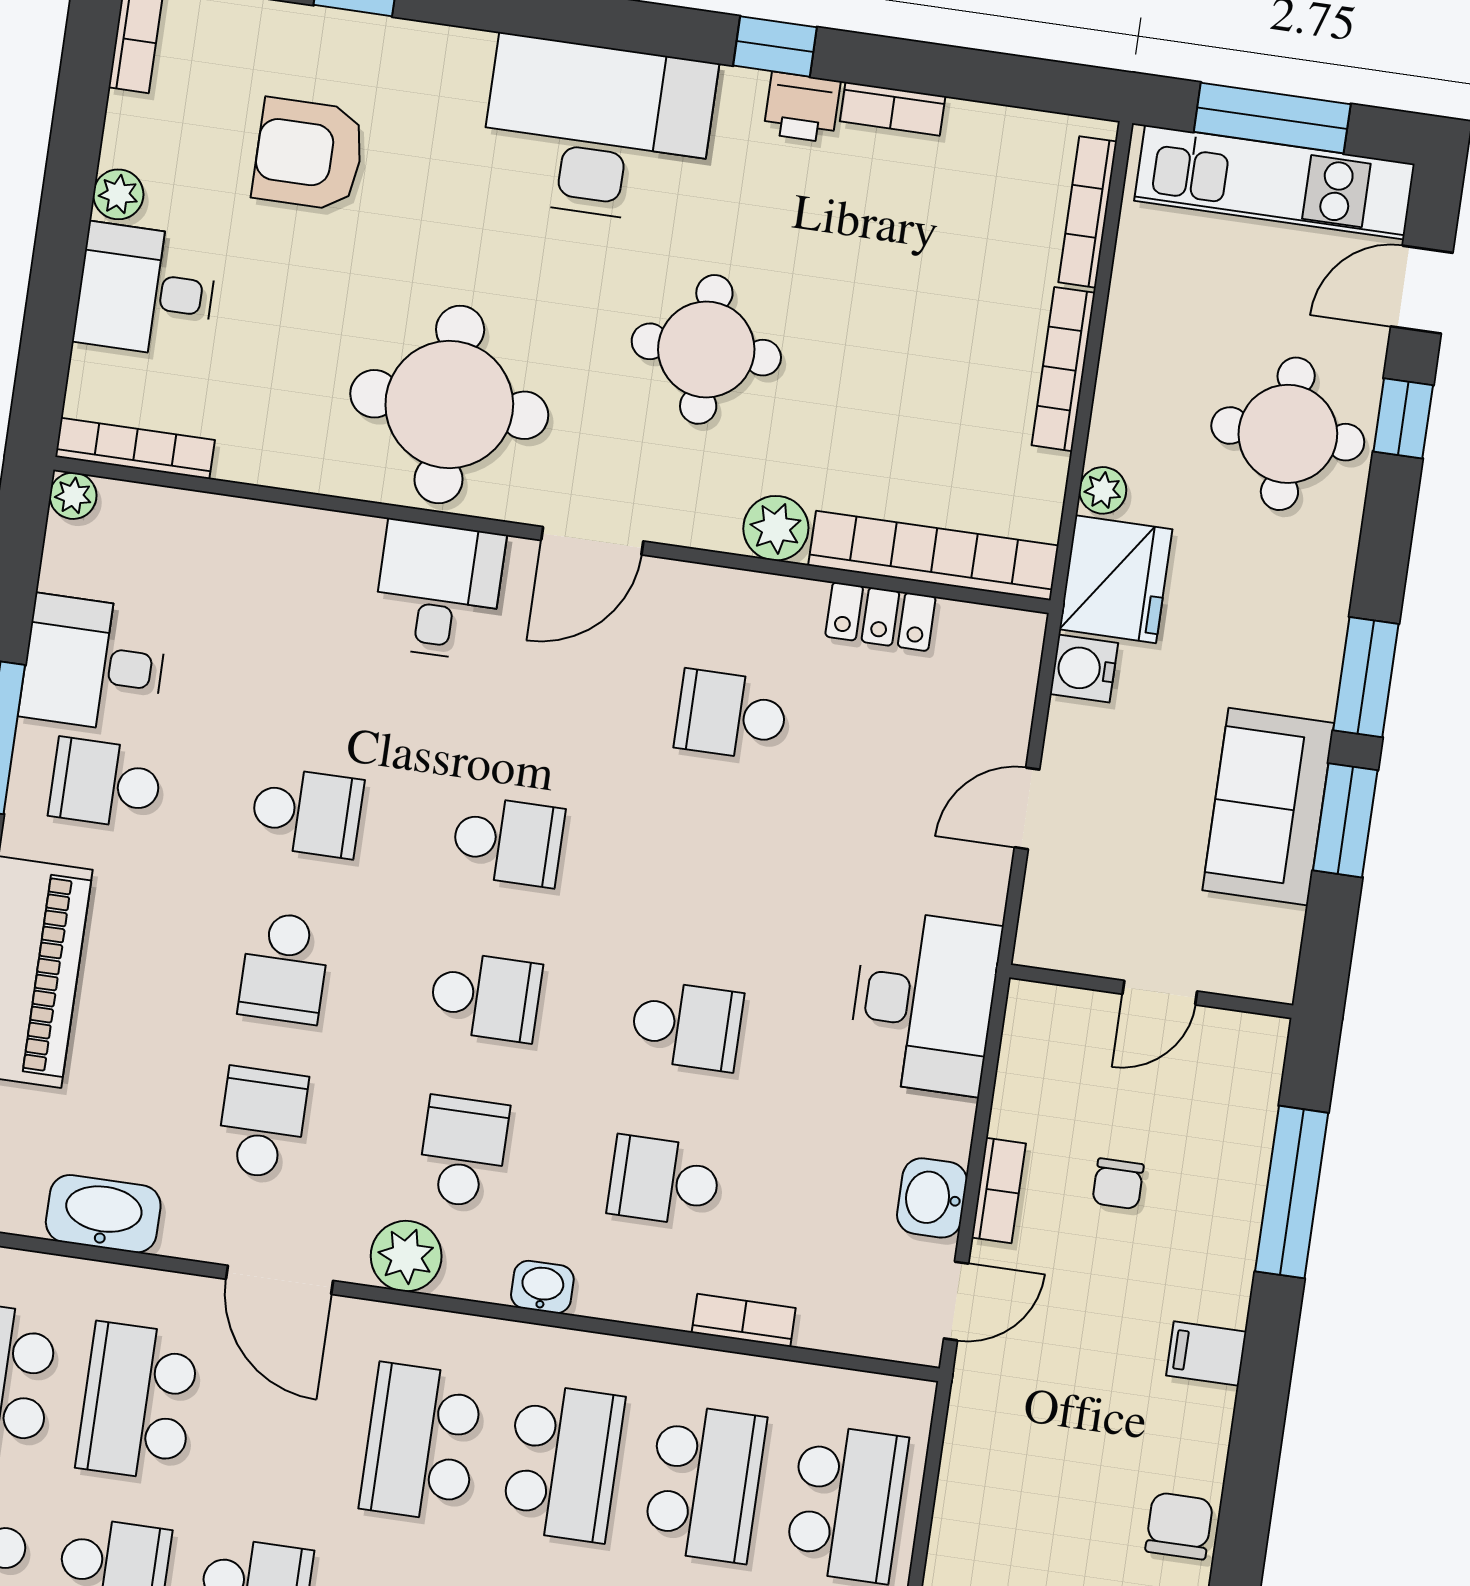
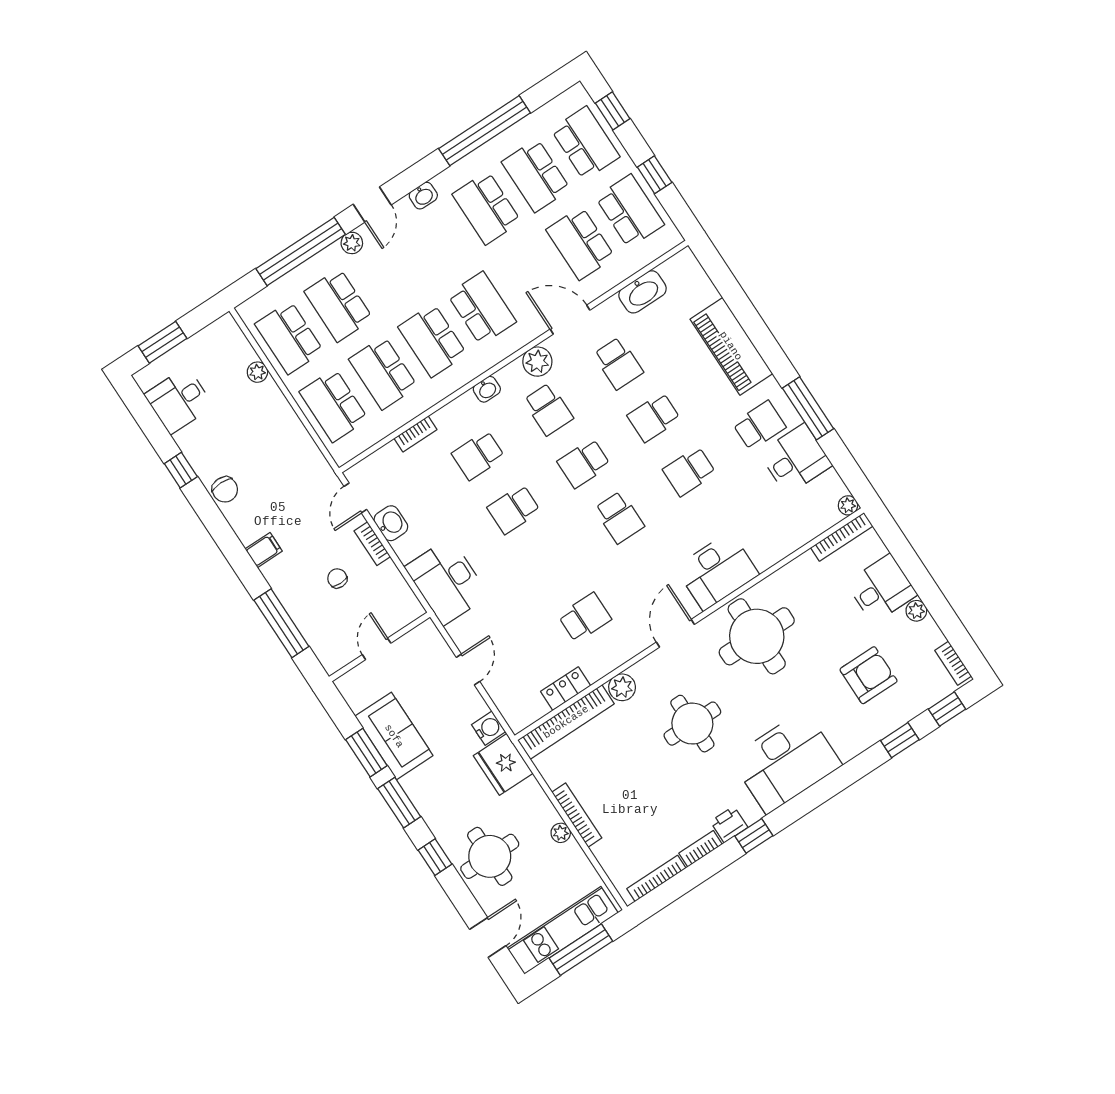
bookcase: (1088, 212) -> (656, 878), moved, turned -90
window: (1403, 418) -> (435, 857), moved
plant: (1103, 490) -> (561, 833), moved
desk: (439, 590) -> (717, 571), width x1.37
school desk: (508, 841) -> (619, 517), turned -90
school desk: (284, 968) -> (654, 417), turned -90
school desk: (664, 1181) -> (478, 455), turned 180
school desk: (138, 1402) -> (581, 243), turned 180

